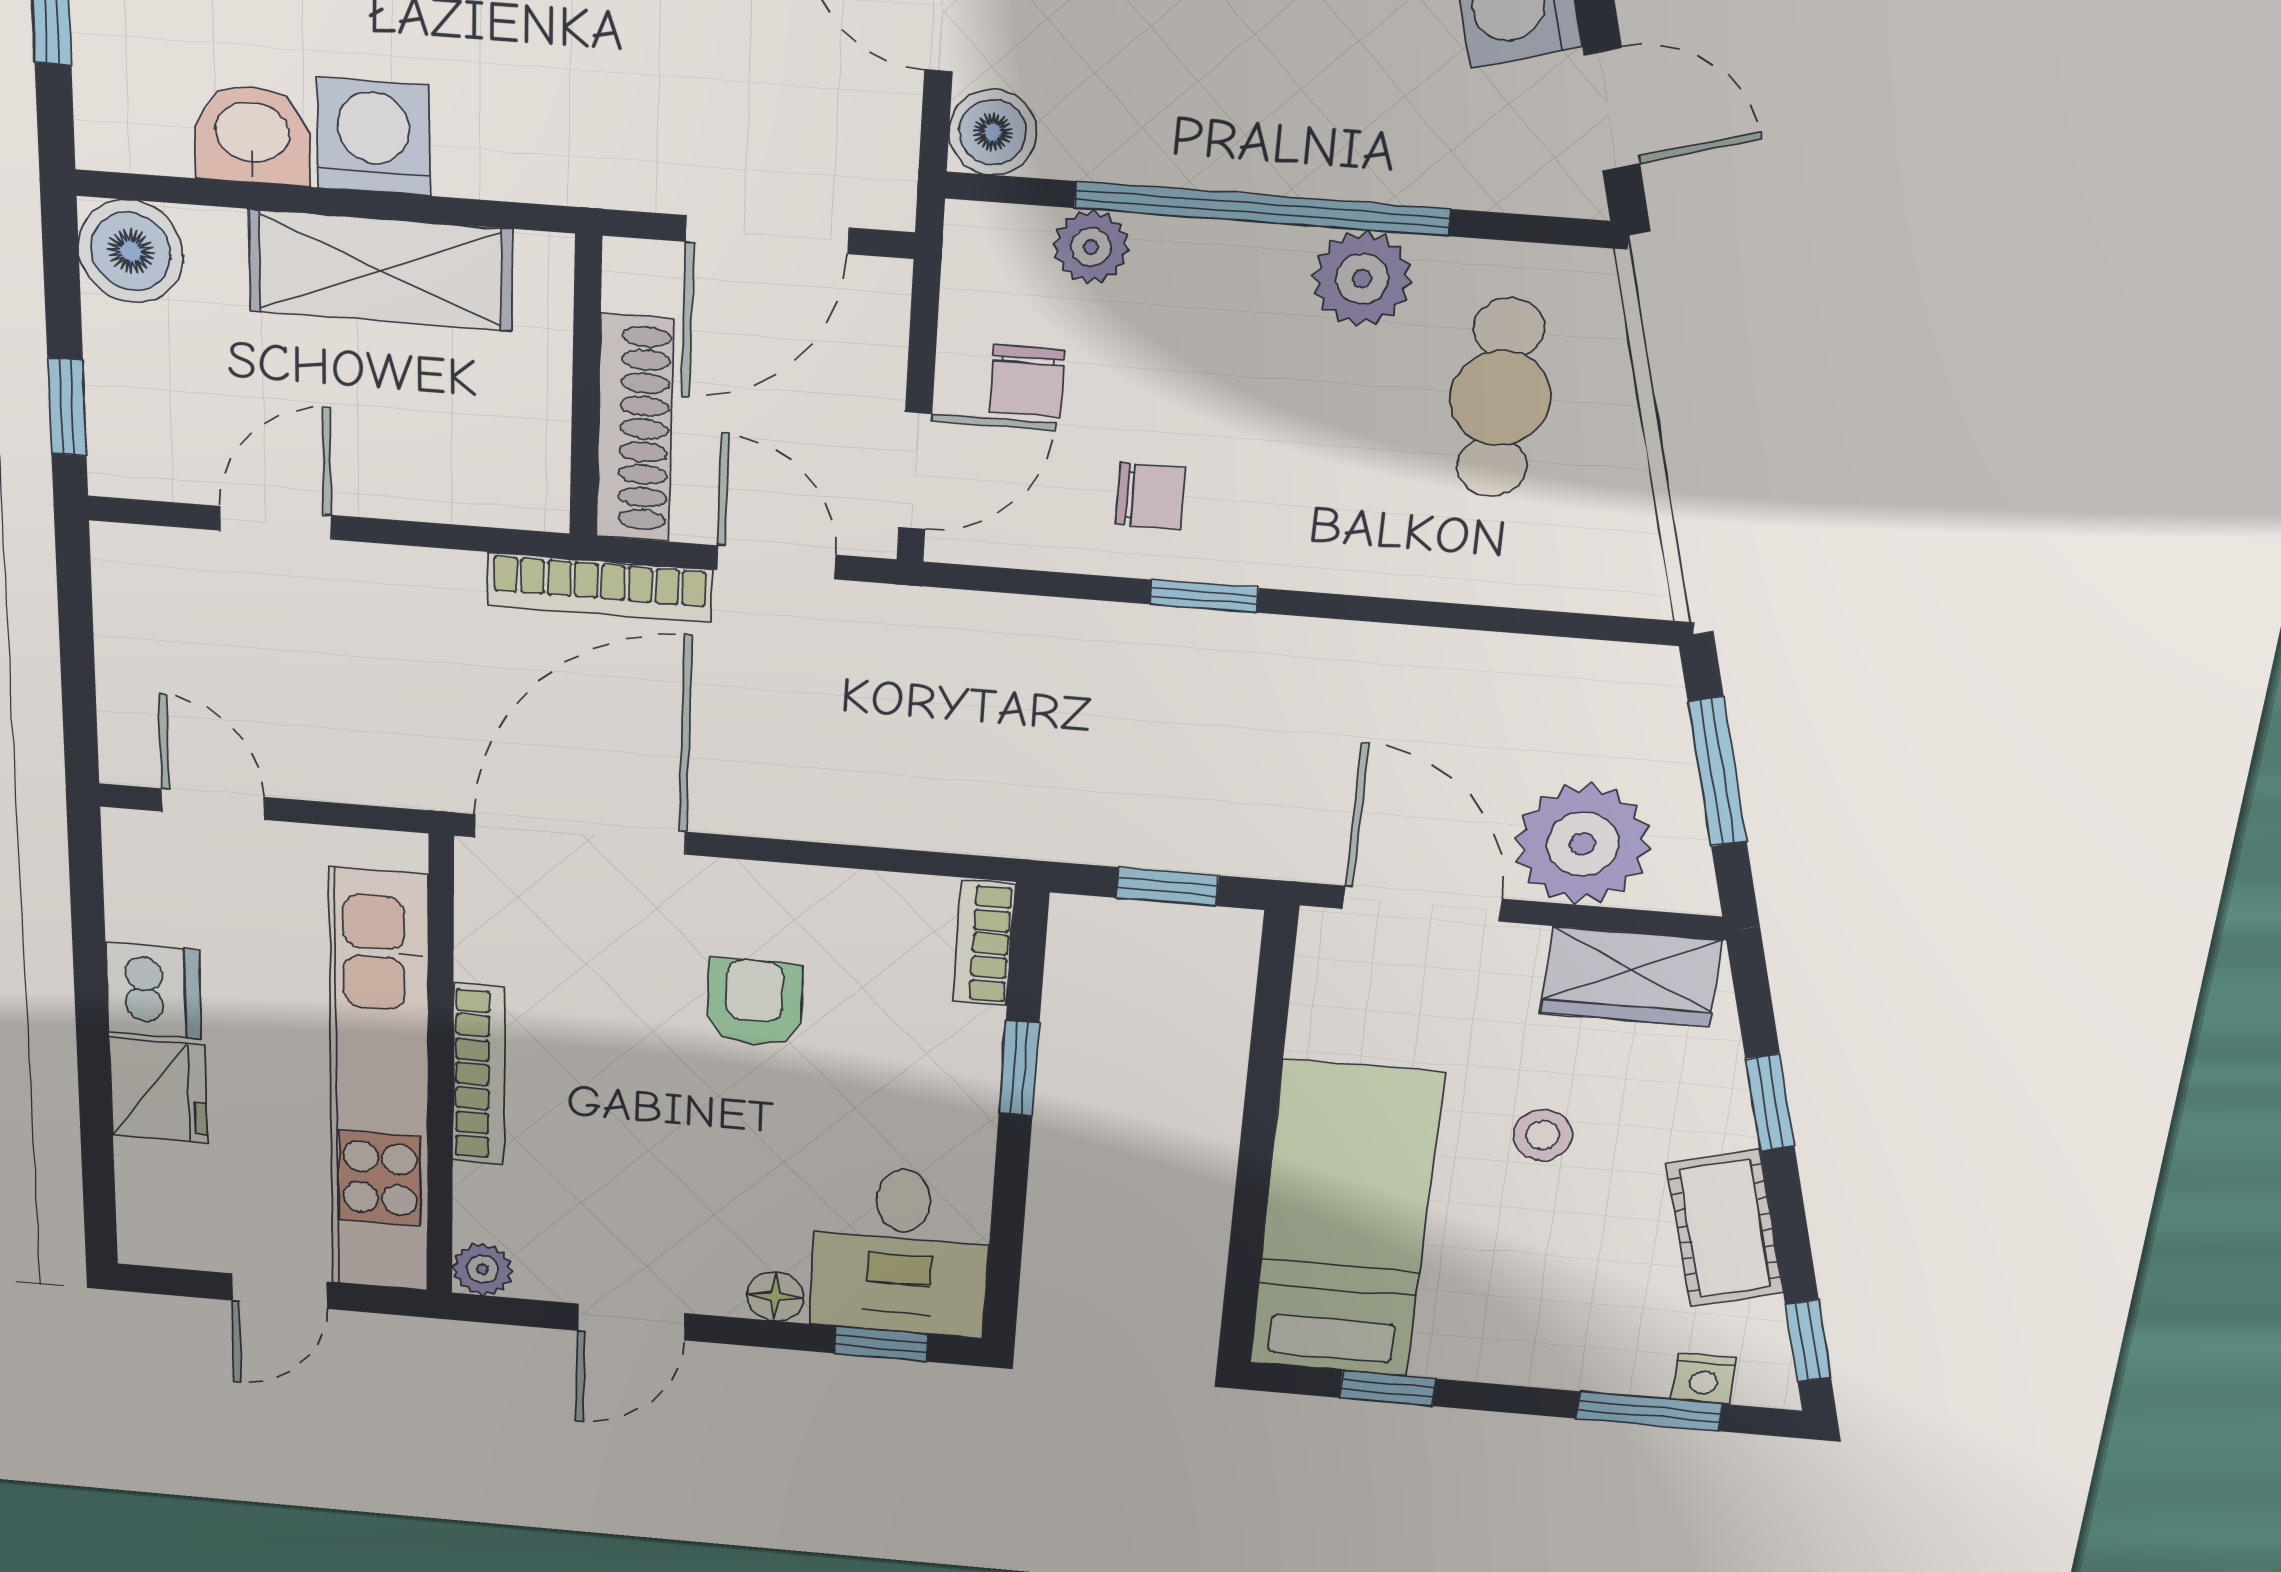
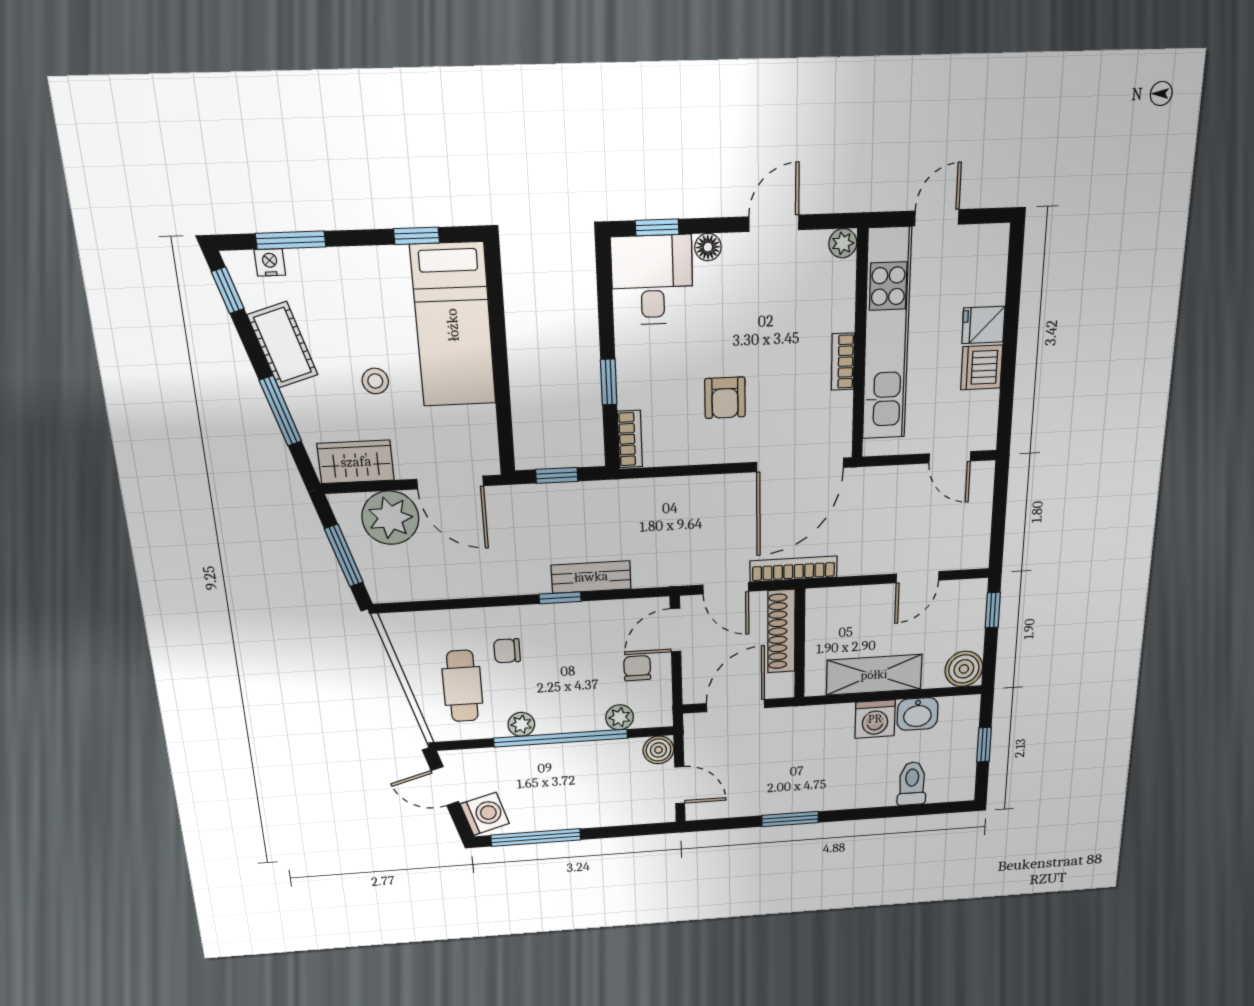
plant: (1362, 279) -> (521, 724), width x0.73, depth x0.73
chair: (1150, 496) -> (507, 651), moved
bench: (1118, 637) -> (591, 577), added
bookcase: (479, 1075) -> (843, 362), width x0.64
fridge: (158, 1090) -> (983, 325), width x0.72
window: (1770, 1103) -> (280, 411), width x1.50

